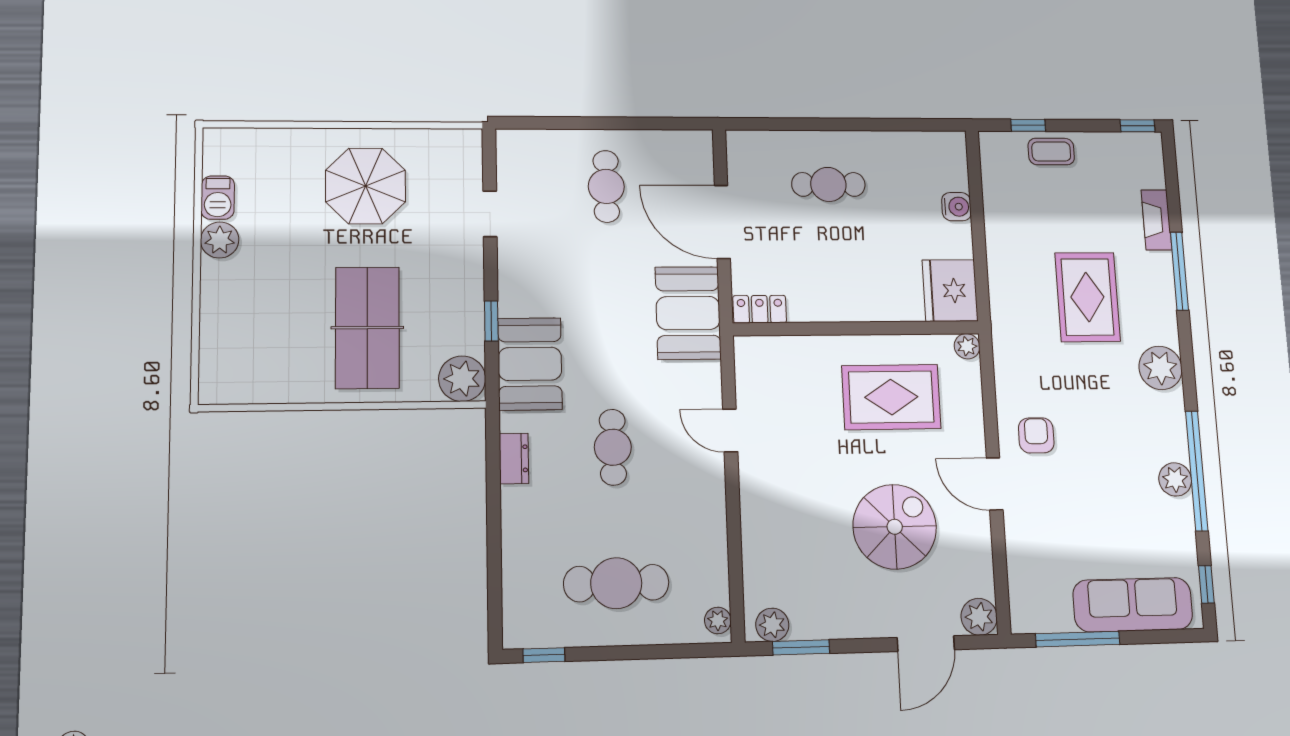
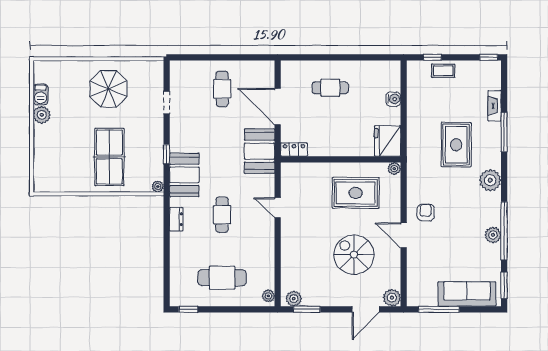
plant: (462, 379) -> (158, 187), width x0.53, depth x0.53
spiral stairs: (895, 527) -> (354, 255), turned -90
window: (1206, 584) -> (504, 285), width x1.50

